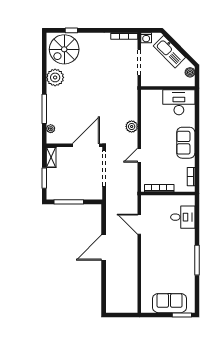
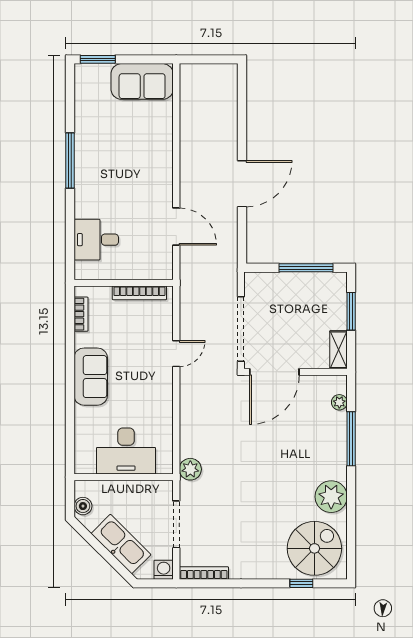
desk: (179, 102) -> (126, 451), moved
plant: (132, 126) -> (190, 469), moved
sofa: (170, 303) -> (142, 81), moved

